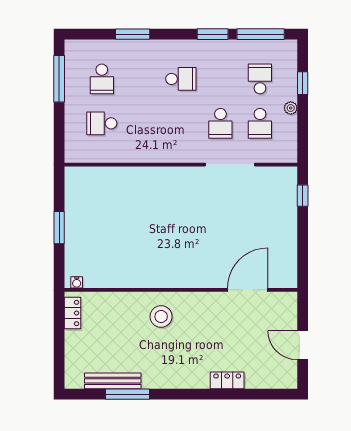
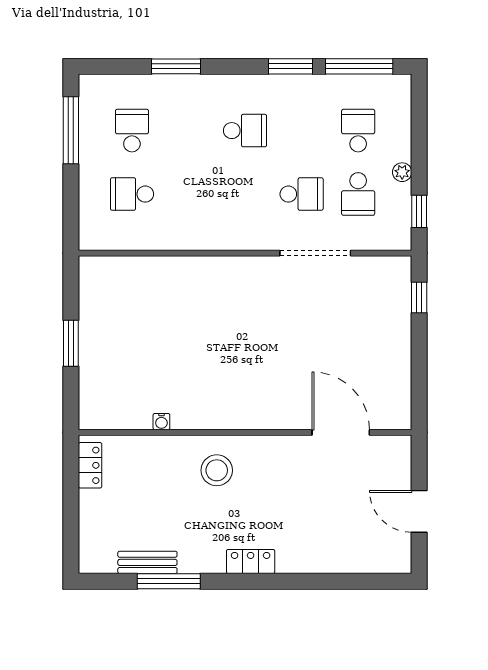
school desk: (102, 79) -> (132, 131), turned 180
window: (303, 83) -> (419, 211), moved
school desk: (220, 123) -> (302, 194), turned -90
water cooler: (77, 282) -> (161, 422), moved
door: (248, 290) -> (341, 432), hinge flipped
locker: (227, 380) -> (251, 562), moved
bench: (113, 381) -> (147, 562), width x0.73

